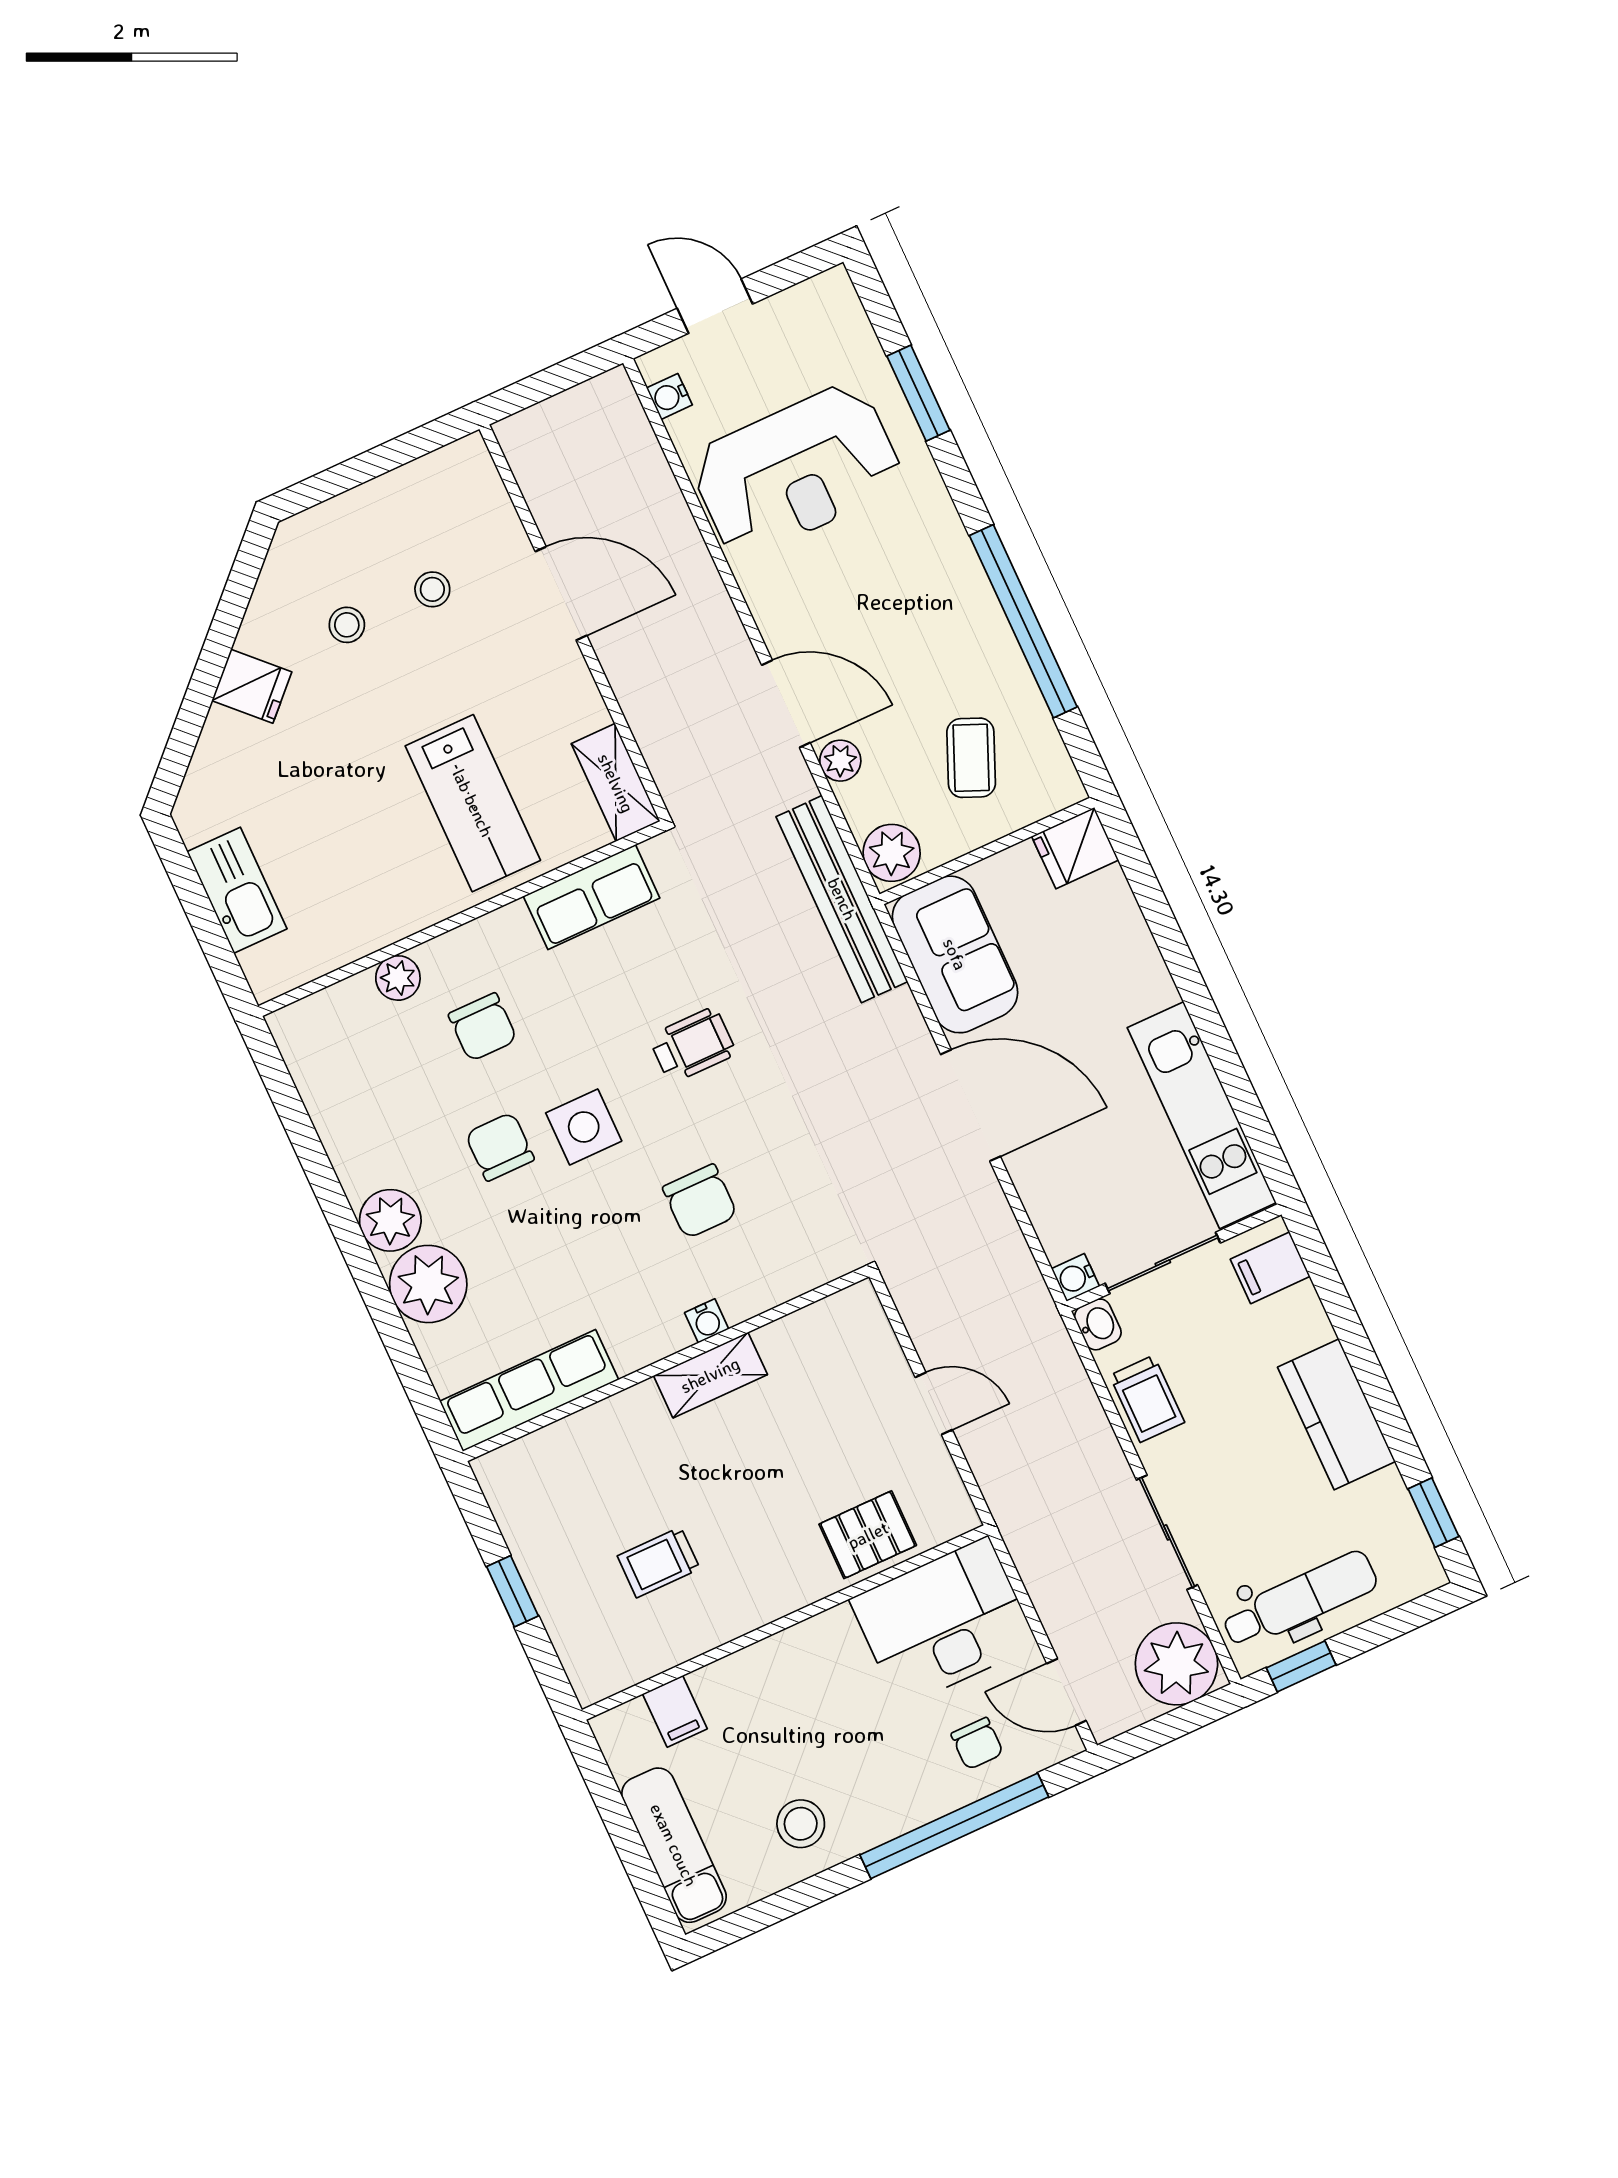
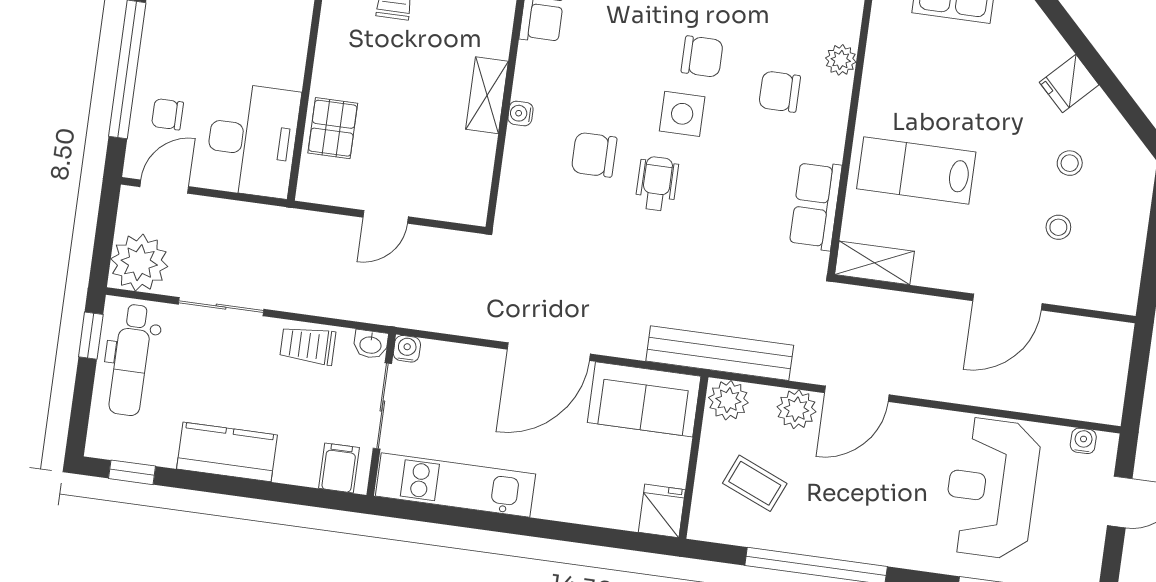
plant: (840, 761) -> (796, 409), width x1.38, depth x1.38
wheelchair: (692, 1045) -> (657, 184), moved, turned 180

